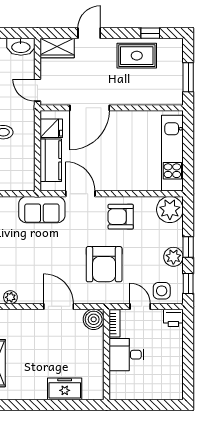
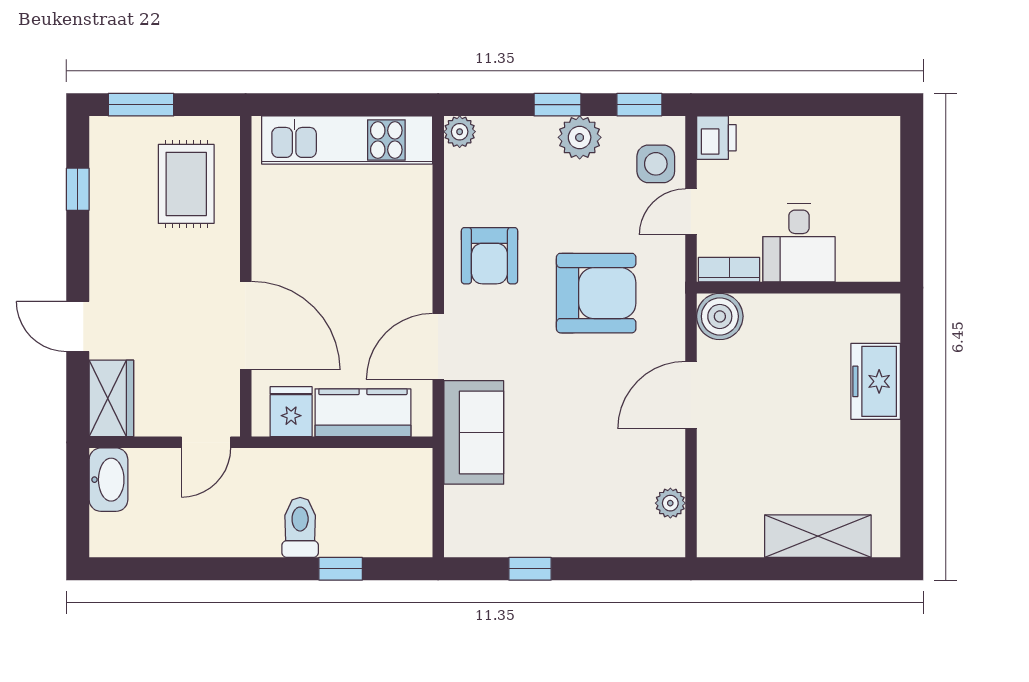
rug: (137, 56) -> (186, 184), moved
window: (188, 77) -> (141, 105), moved
plant: (170, 210) -> (460, 132), width x0.53, depth x0.53

